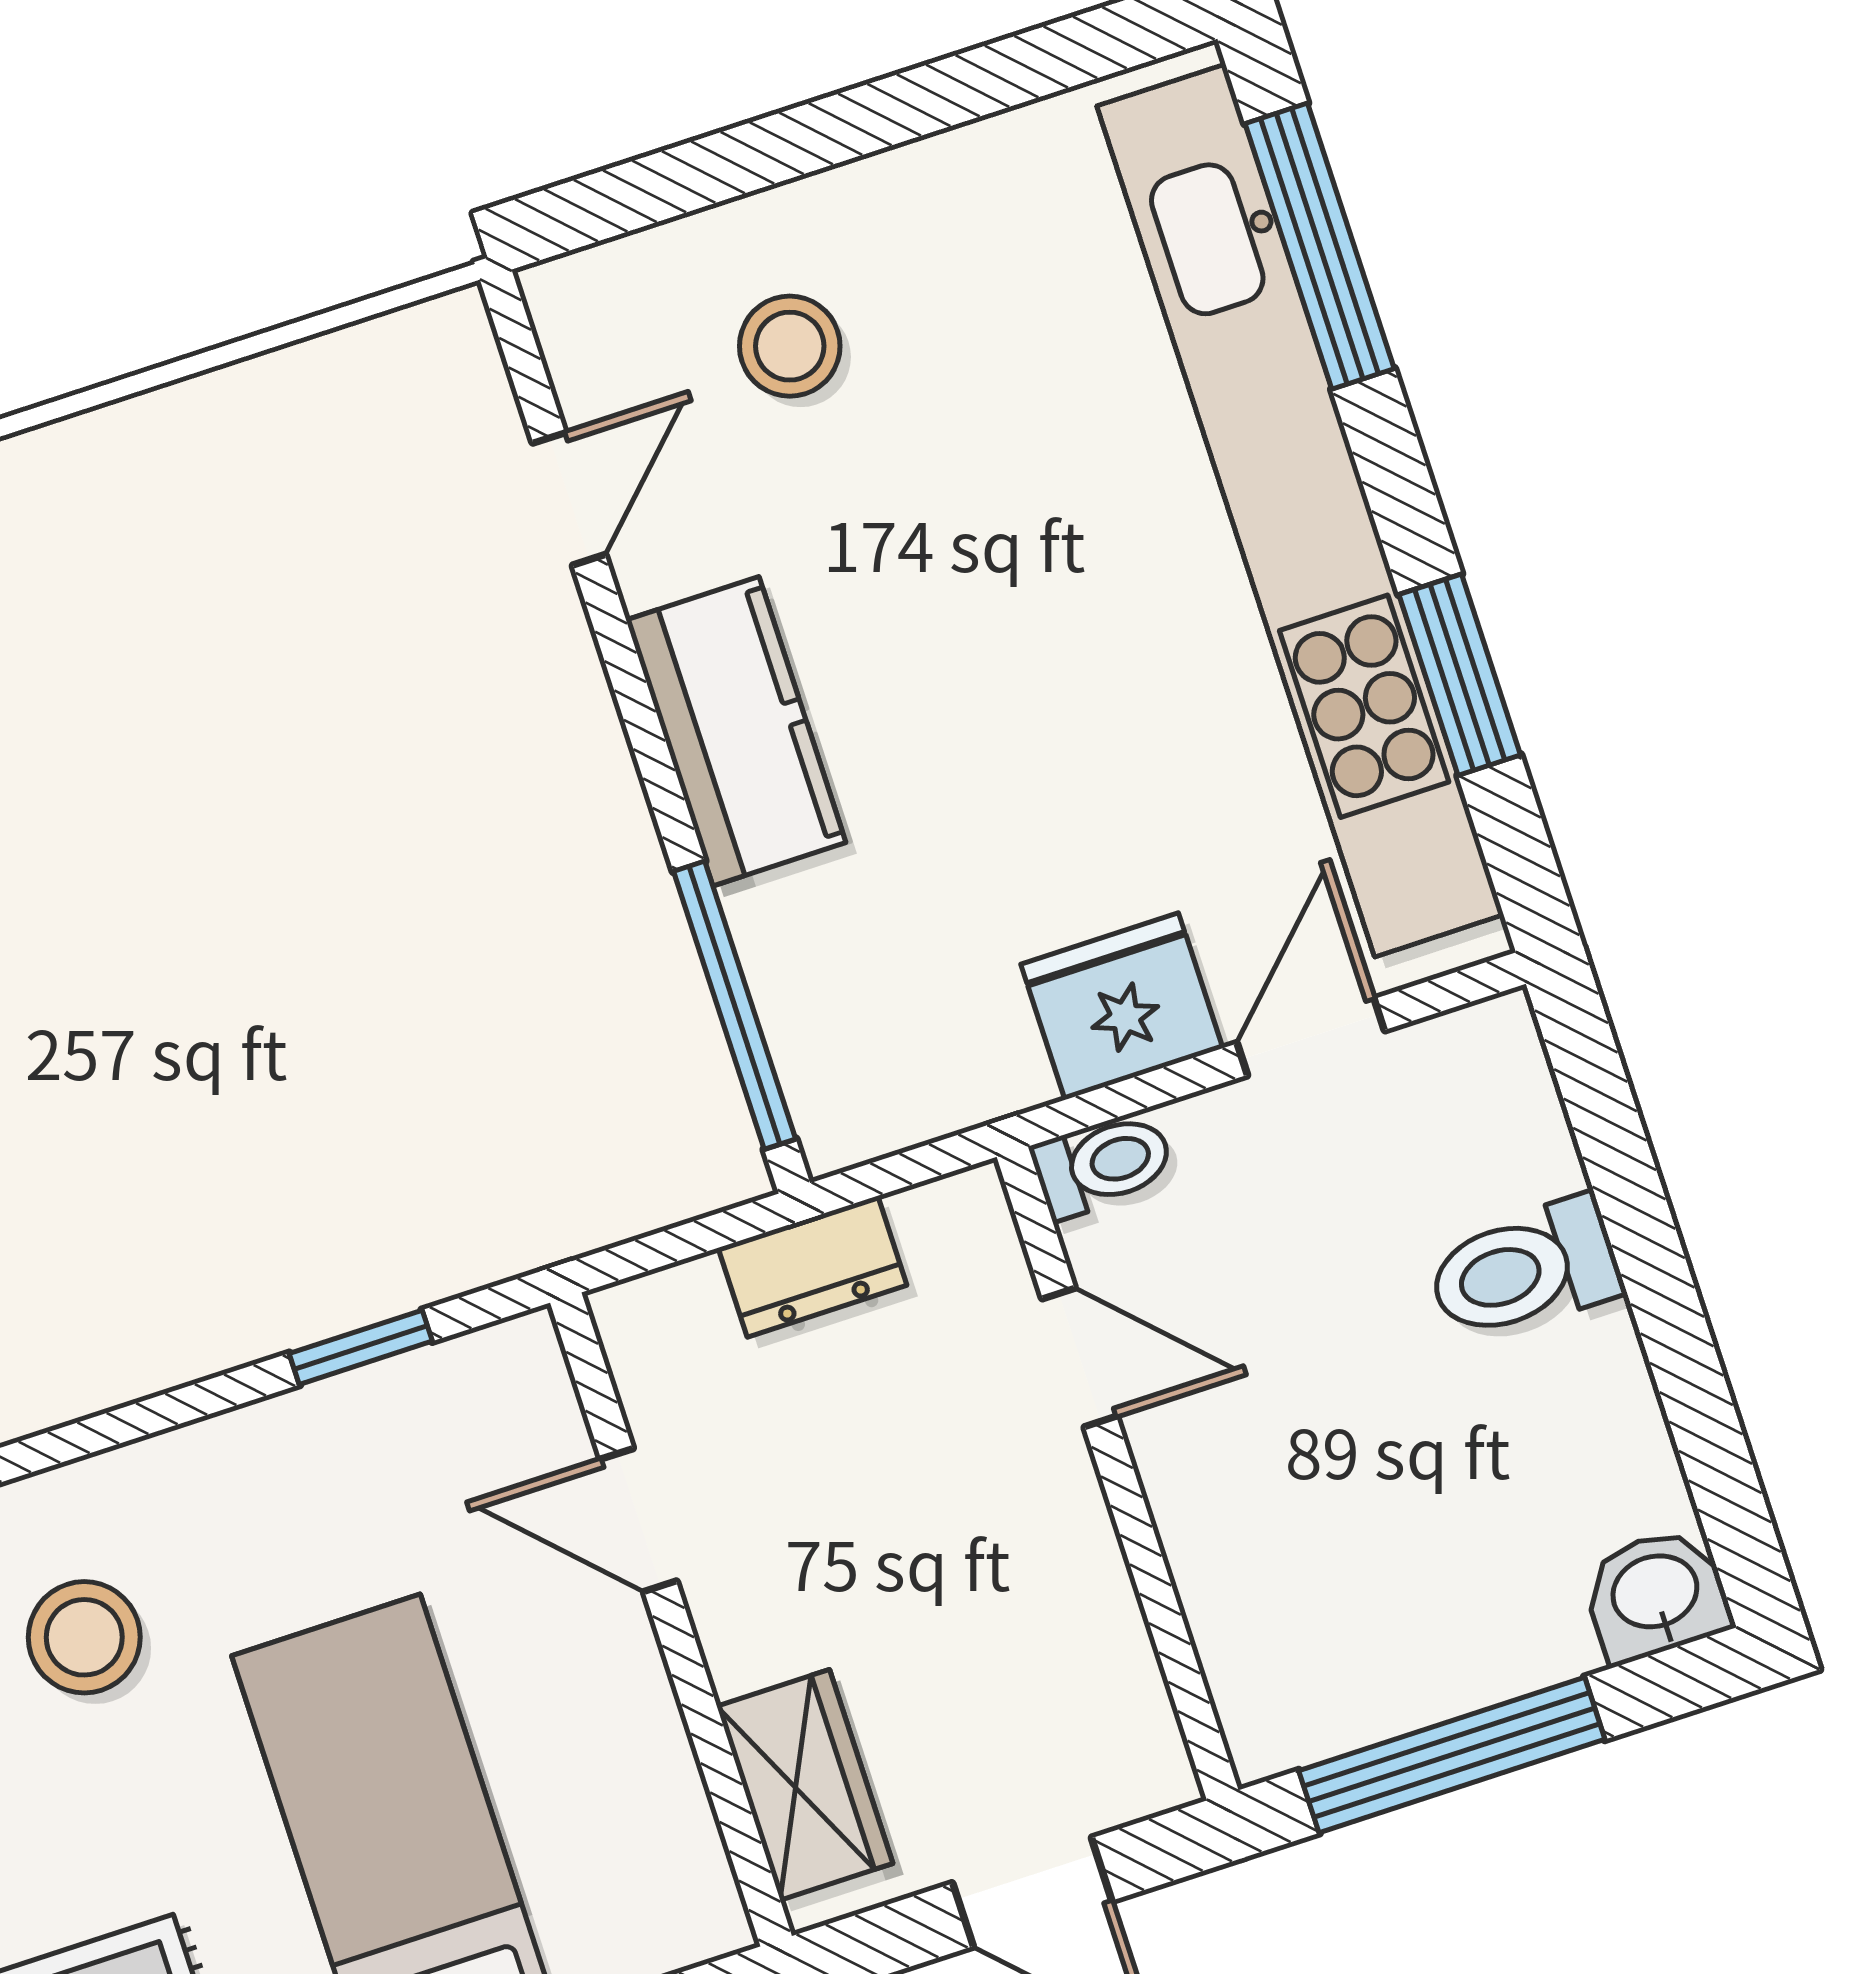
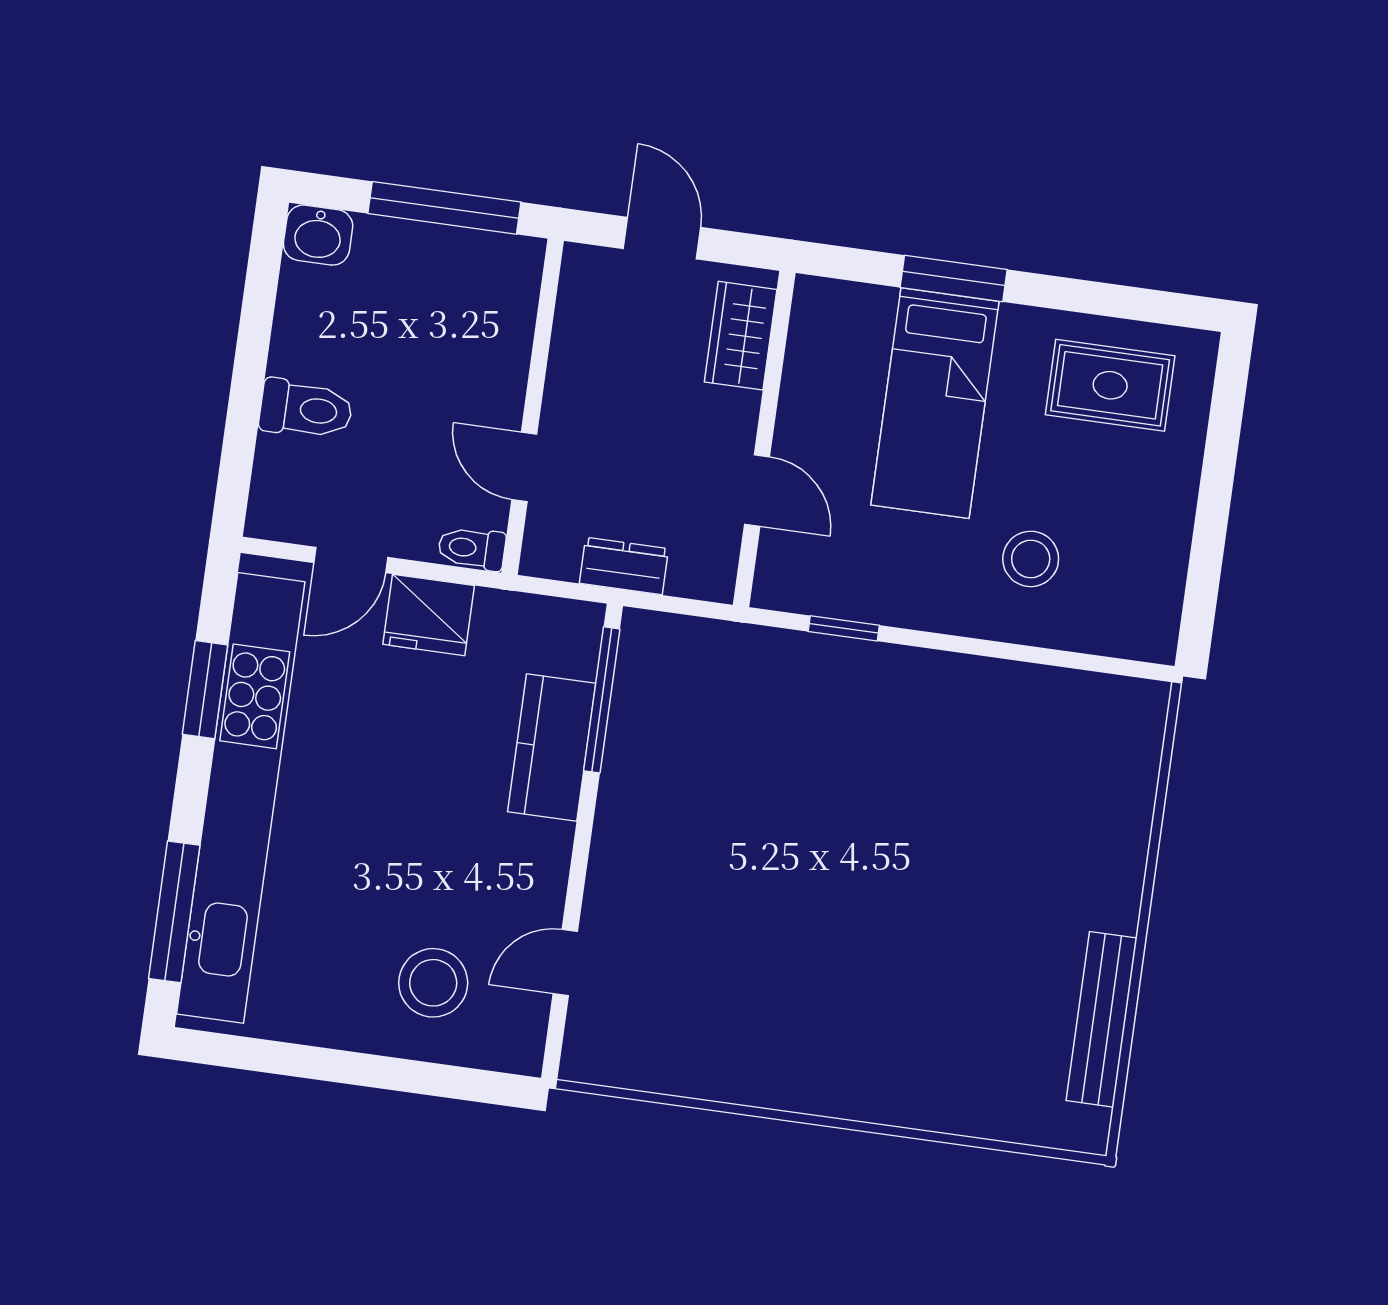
stool: (790, 346) -> (433, 983), width x1.38, depth x1.38
kitchen counter: (736, 731) -> (552, 747), moved

